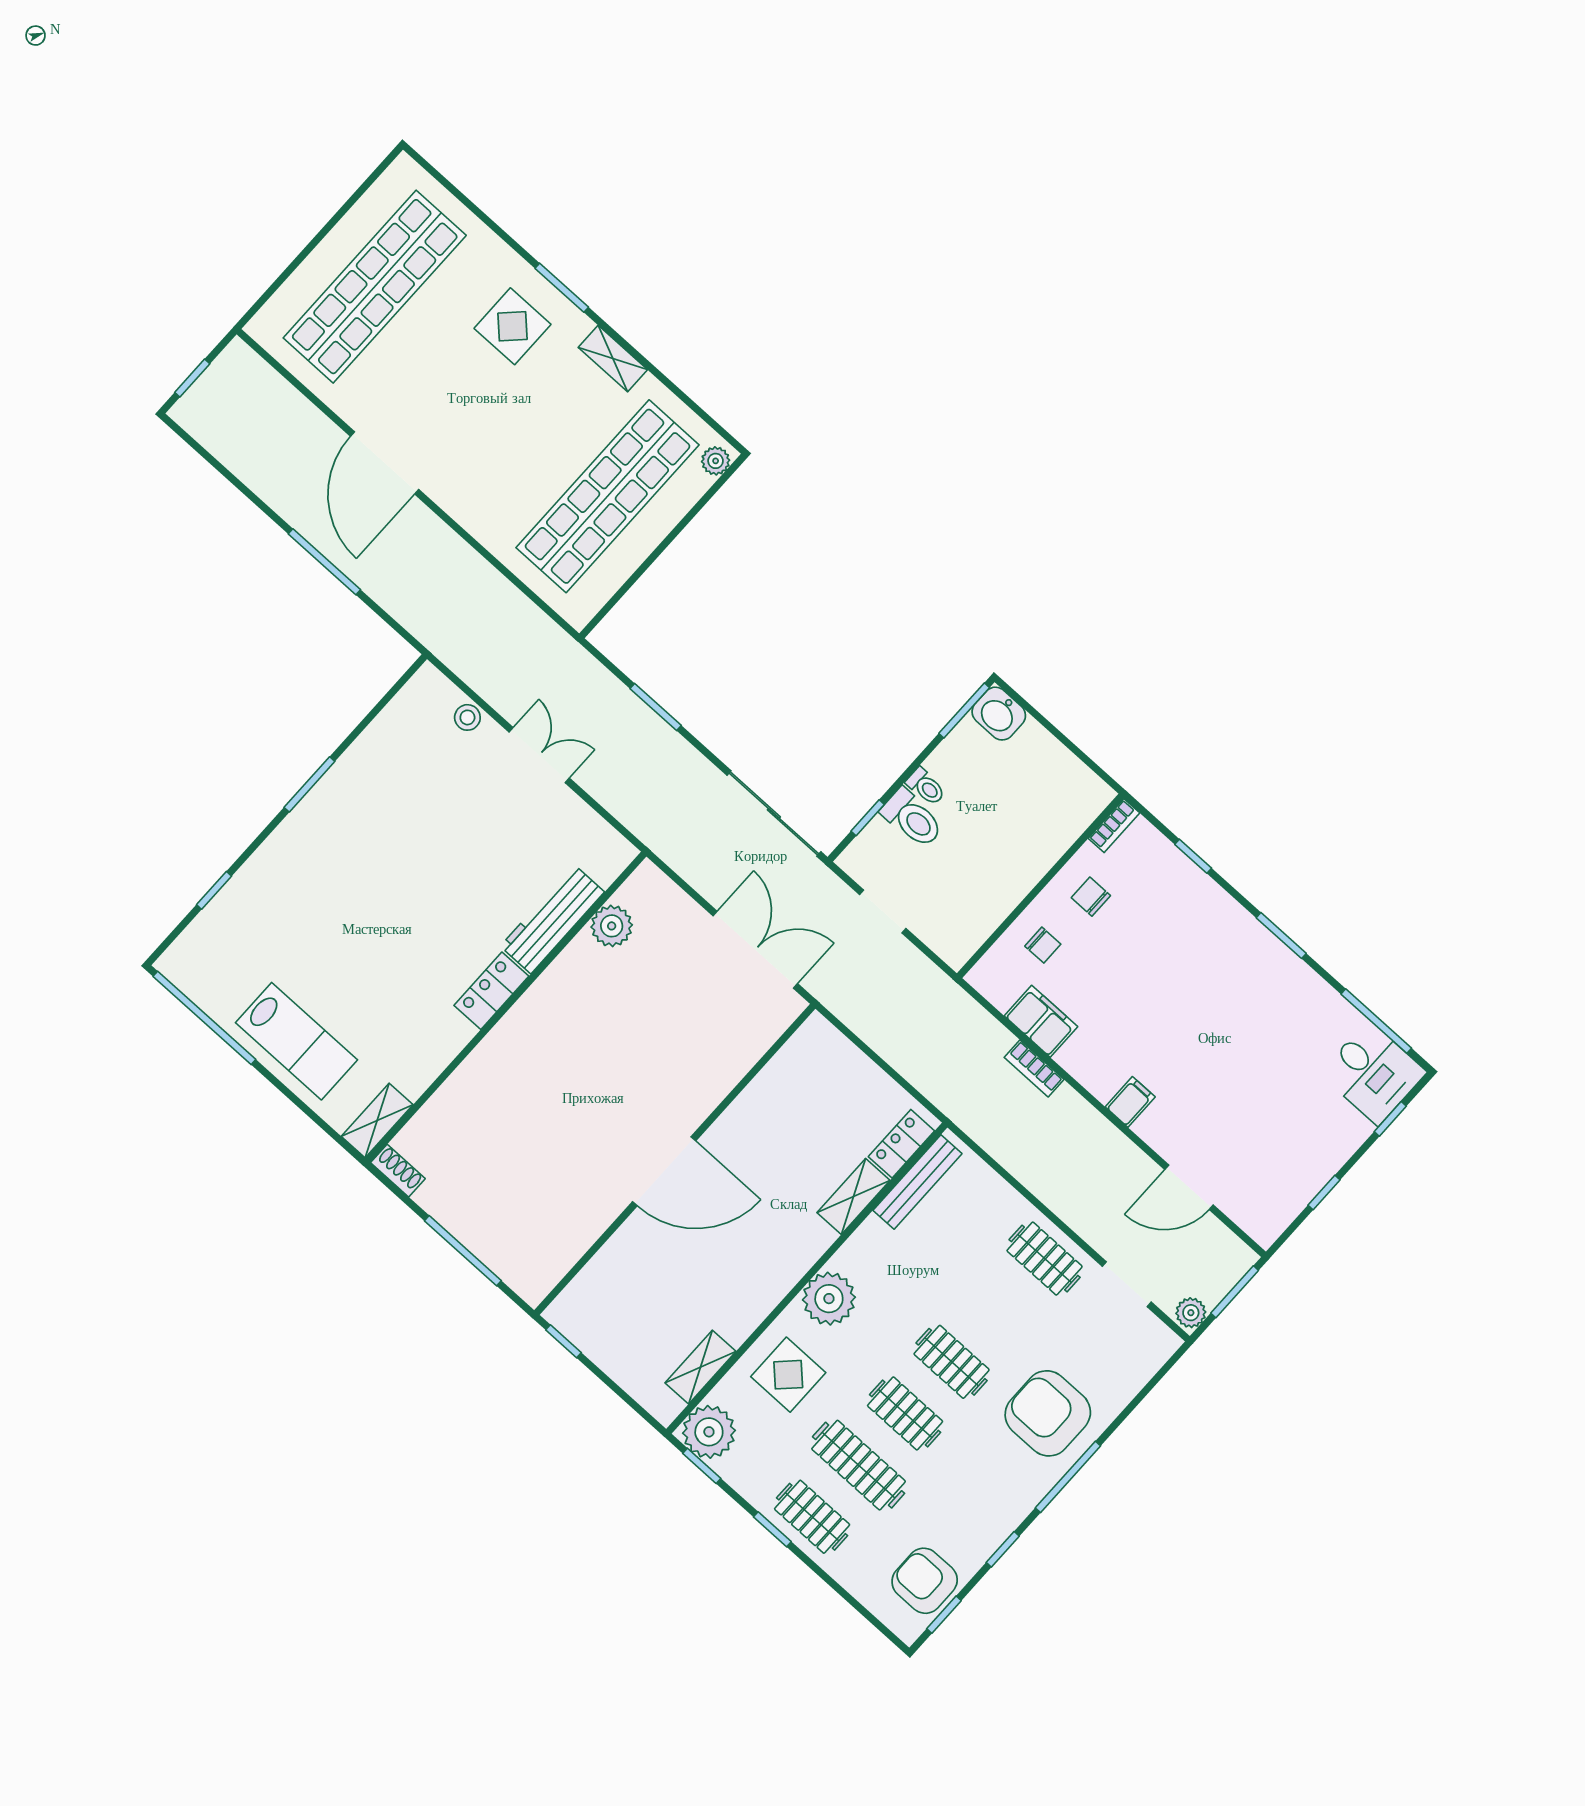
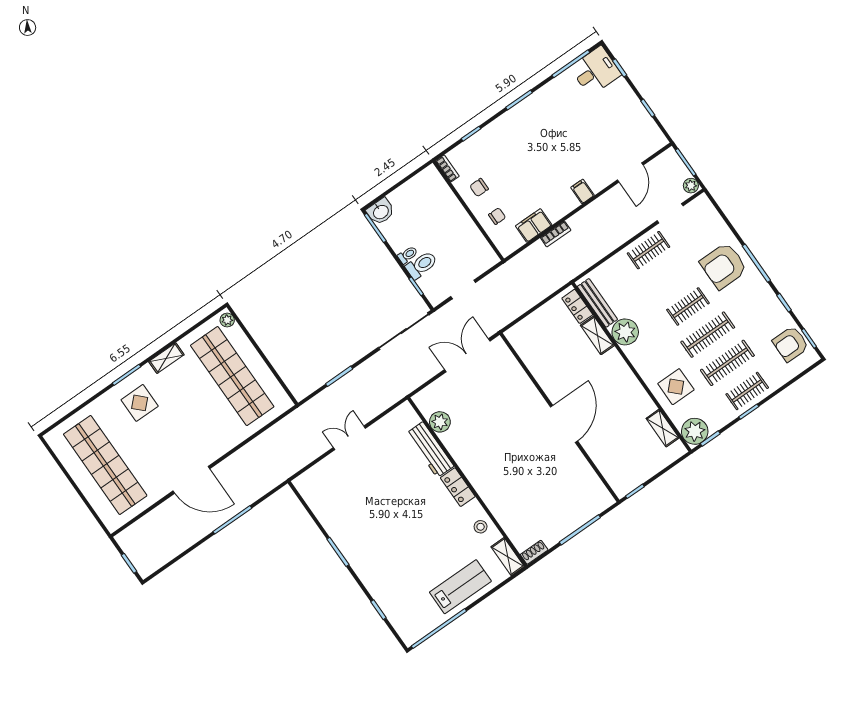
stool: (467, 717) -> (481, 527), moved
plant: (829, 1299) -> (625, 332), moved
clothes rail: (905, 1413) -> (708, 335), width x1.36

